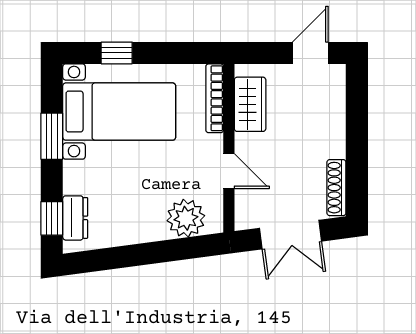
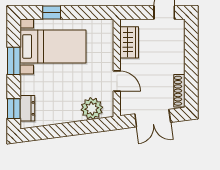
bookcase: (215, 98) -> (109, 39), removed

